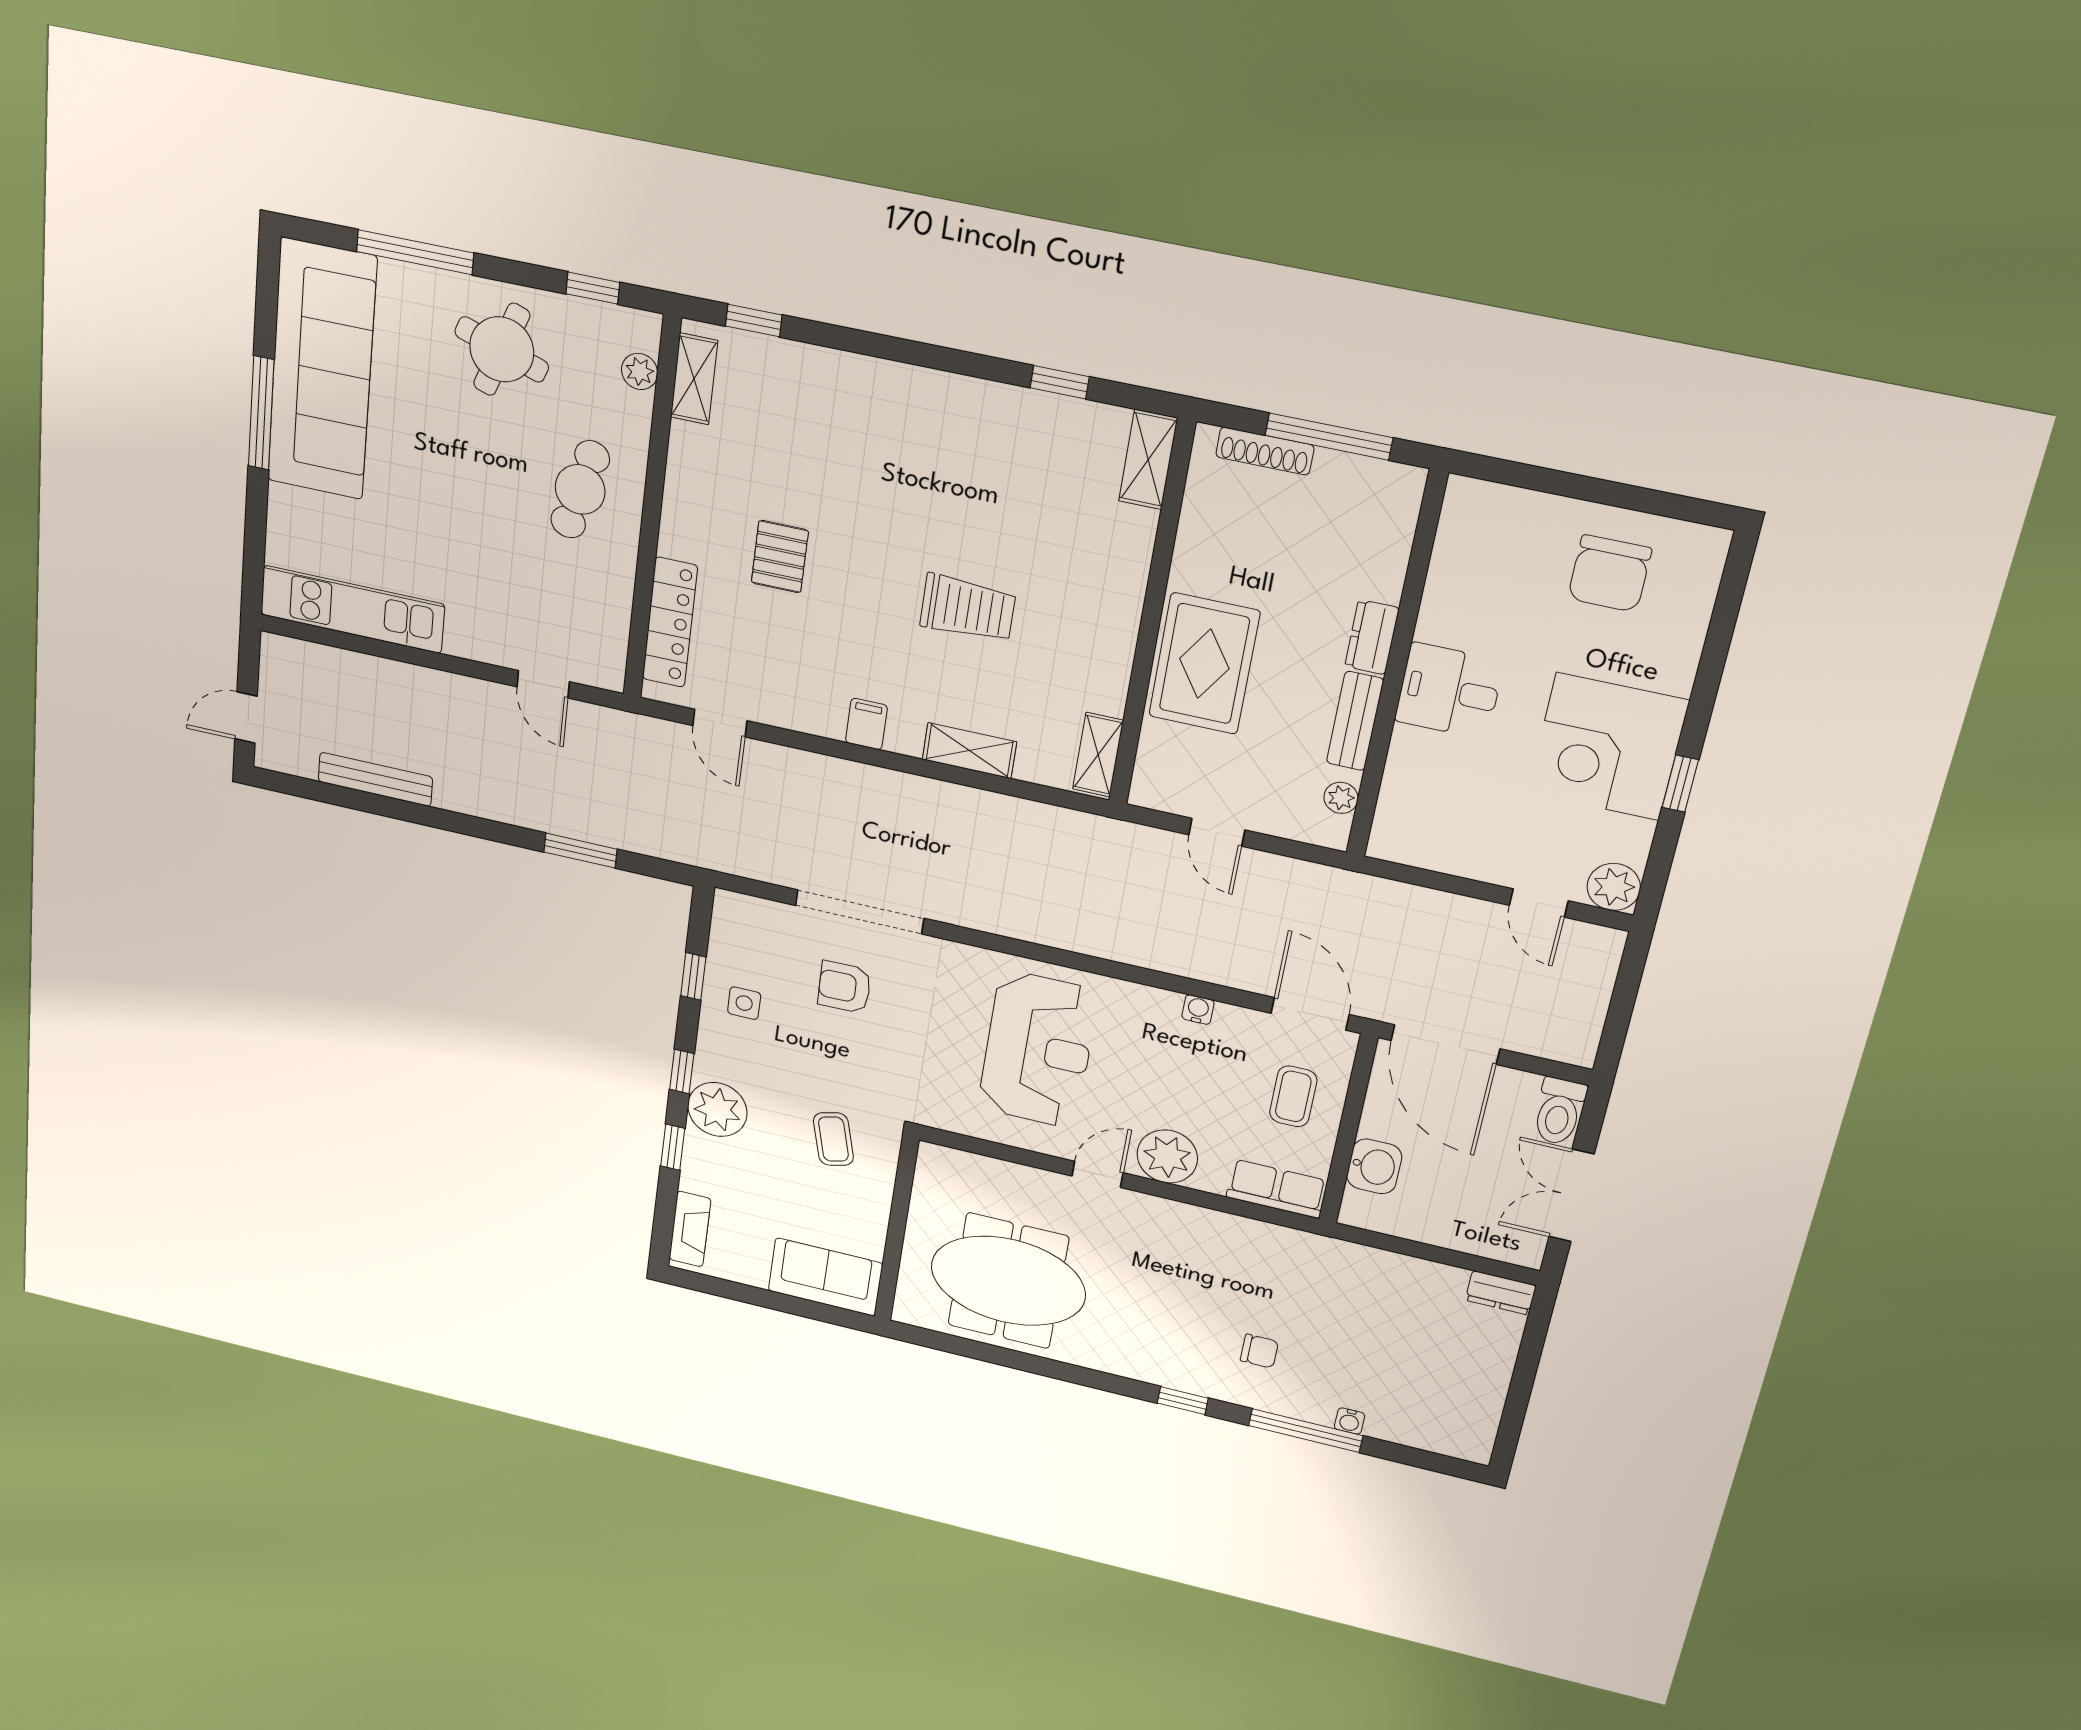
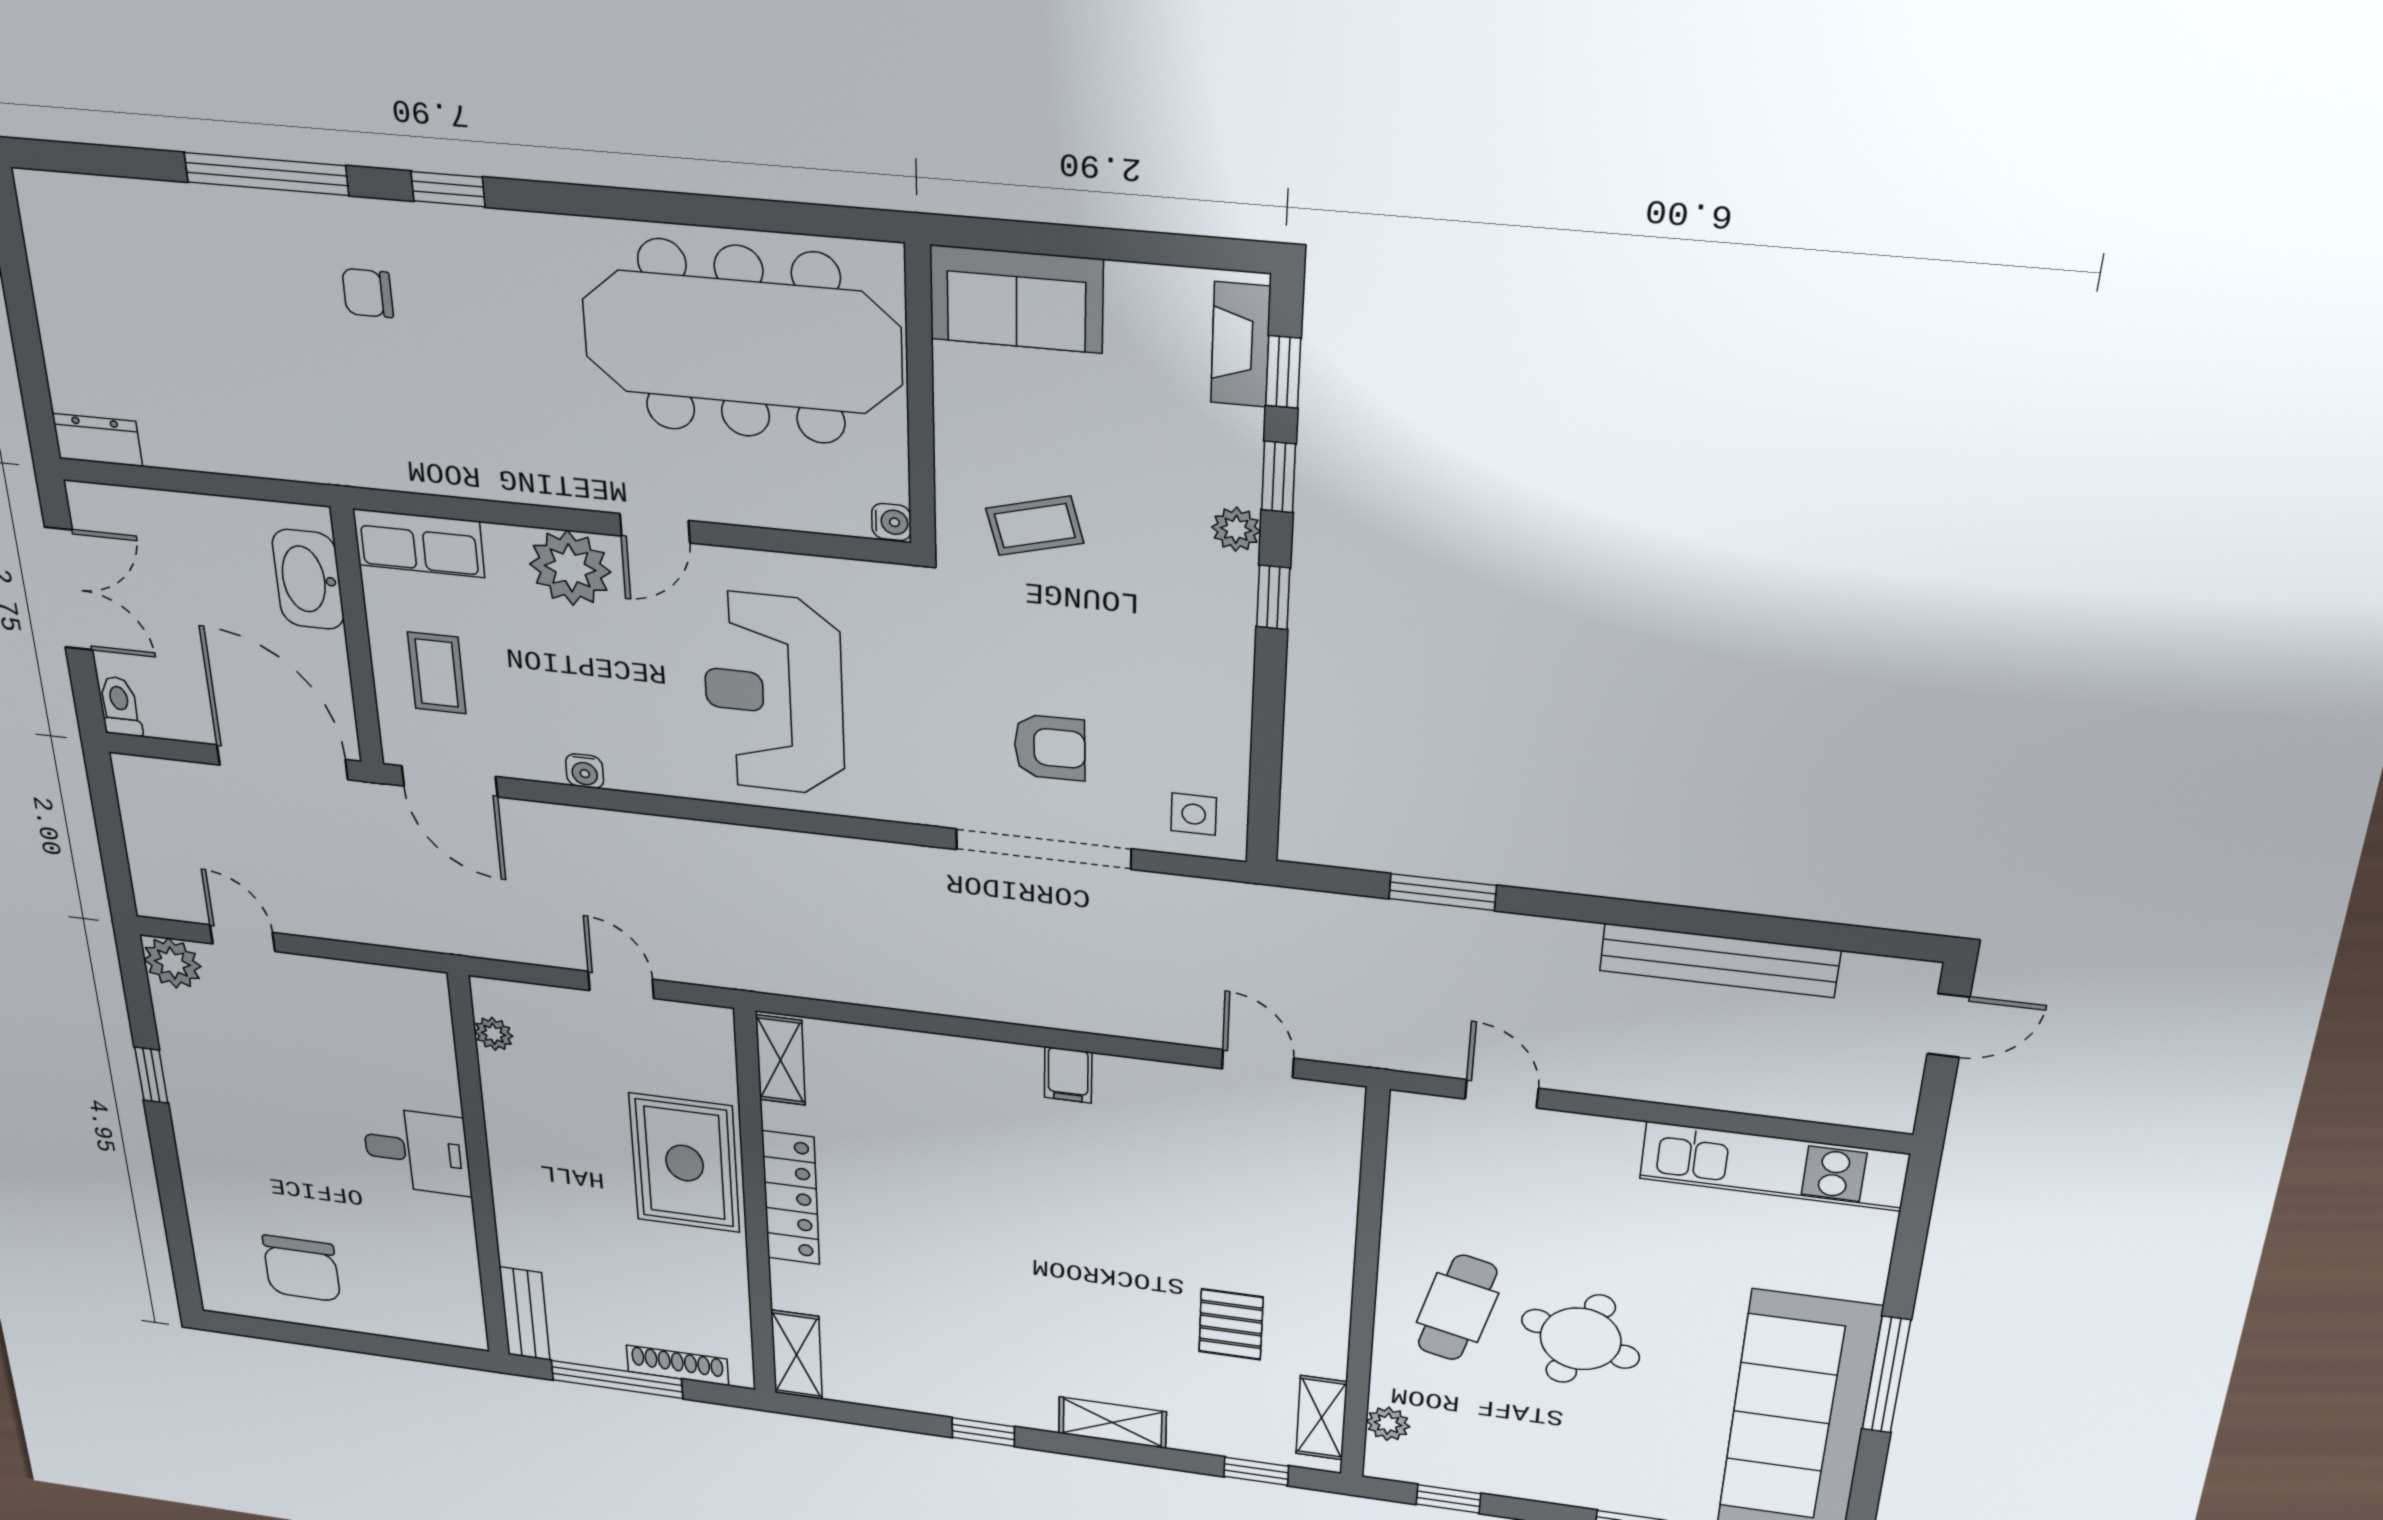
round table: (502, 349) -> (1581, 1339), moved
window: (1060, 382) -> (983, 1432), moved
pallet: (780, 557) -> (1231, 1324), moved
chair: (1610, 574) -> (302, 1268), turned 180
trolley: (968, 608) -> (966, 1205), removed
locker: (670, 622) -> (791, 1198), moved, turned 180
dresser: (1372, 637) -> (514, 1199), removed
bench: (1355, 721) -> (525, 1314), moved
corner desk: (1608, 747) -> (237, 1107), removed
shelving: (969, 751) -> (1112, 1423), moved
bench: (375, 779) -> (1719, 960), width x1.37, depth x1.21
window: (693, 976) -> (1283, 372), moved
side table: (744, 1003) -> (1194, 814), moved
plant: (717, 1110) -> (1236, 529), width x0.53, depth x0.53
toilet: (1559, 1111) -> (120, 706), width x0.73, depth x0.72
coffee table: (833, 1139) -> (1035, 526), turned 90
washbasin: (1374, 1166) -> (308, 579), width x1.38
meeting table: (1008, 1281) -> (742, 342), width x1.36
water cooler: (1350, 1421) -> (891, 522), moved, turned 90

